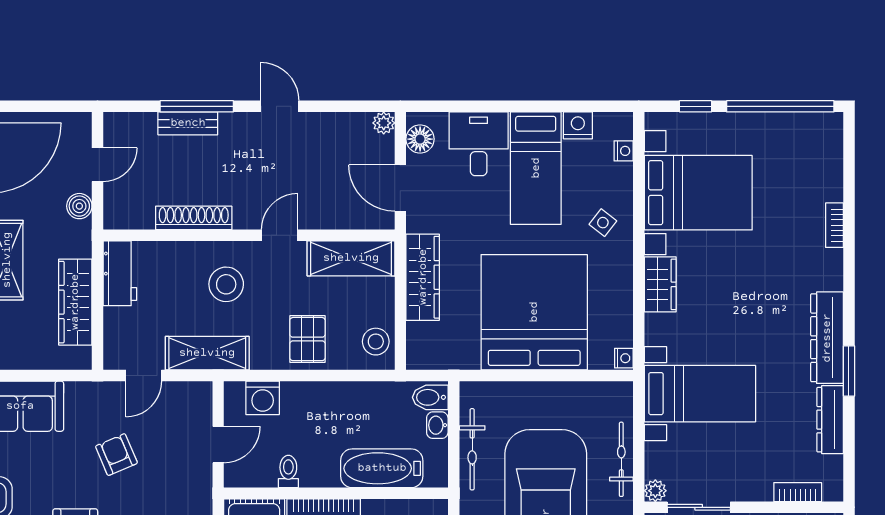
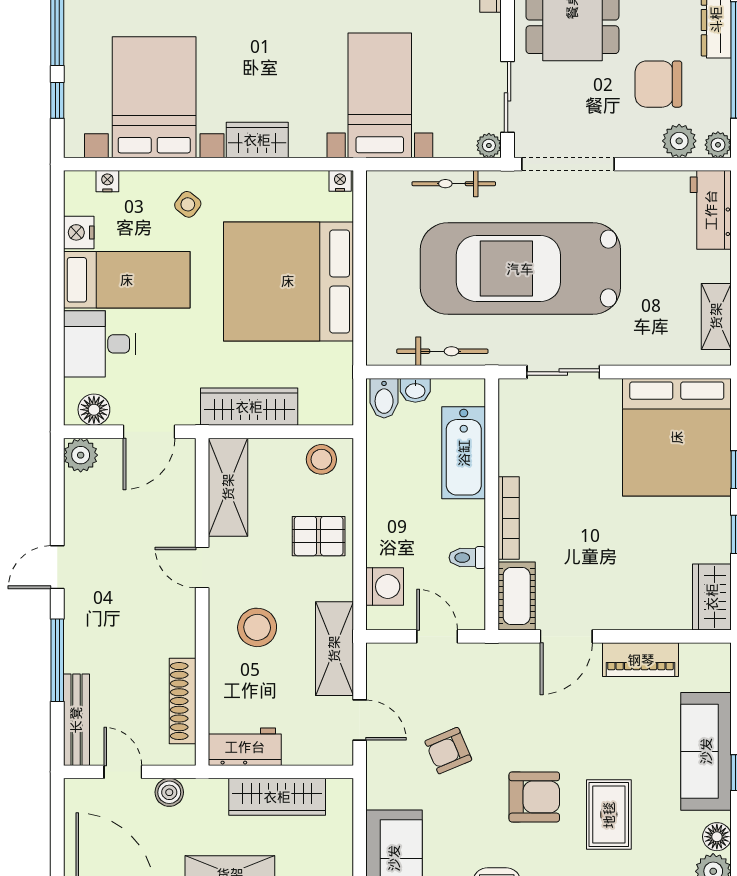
bench: (188, 123) -> (76, 720), moved, width x1.36
plant: (384, 123) -> (81, 455), width x1.38, depth x1.38
shoe rack: (194, 218) -> (183, 701), moved

